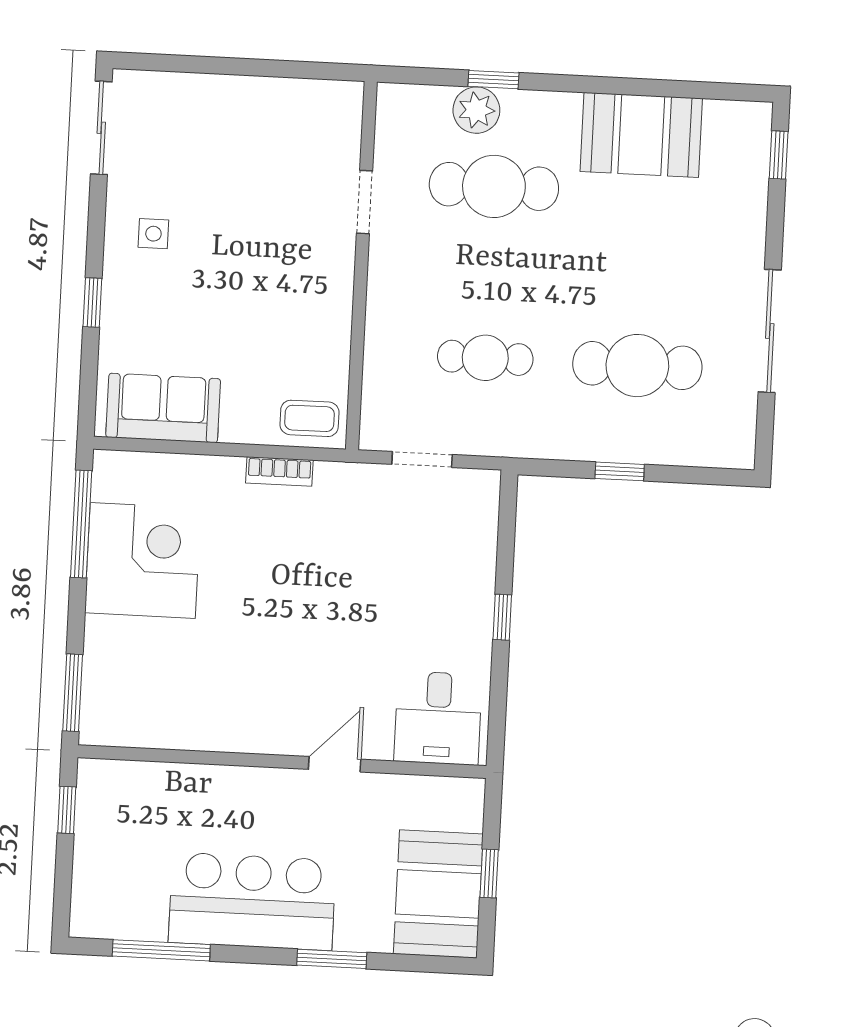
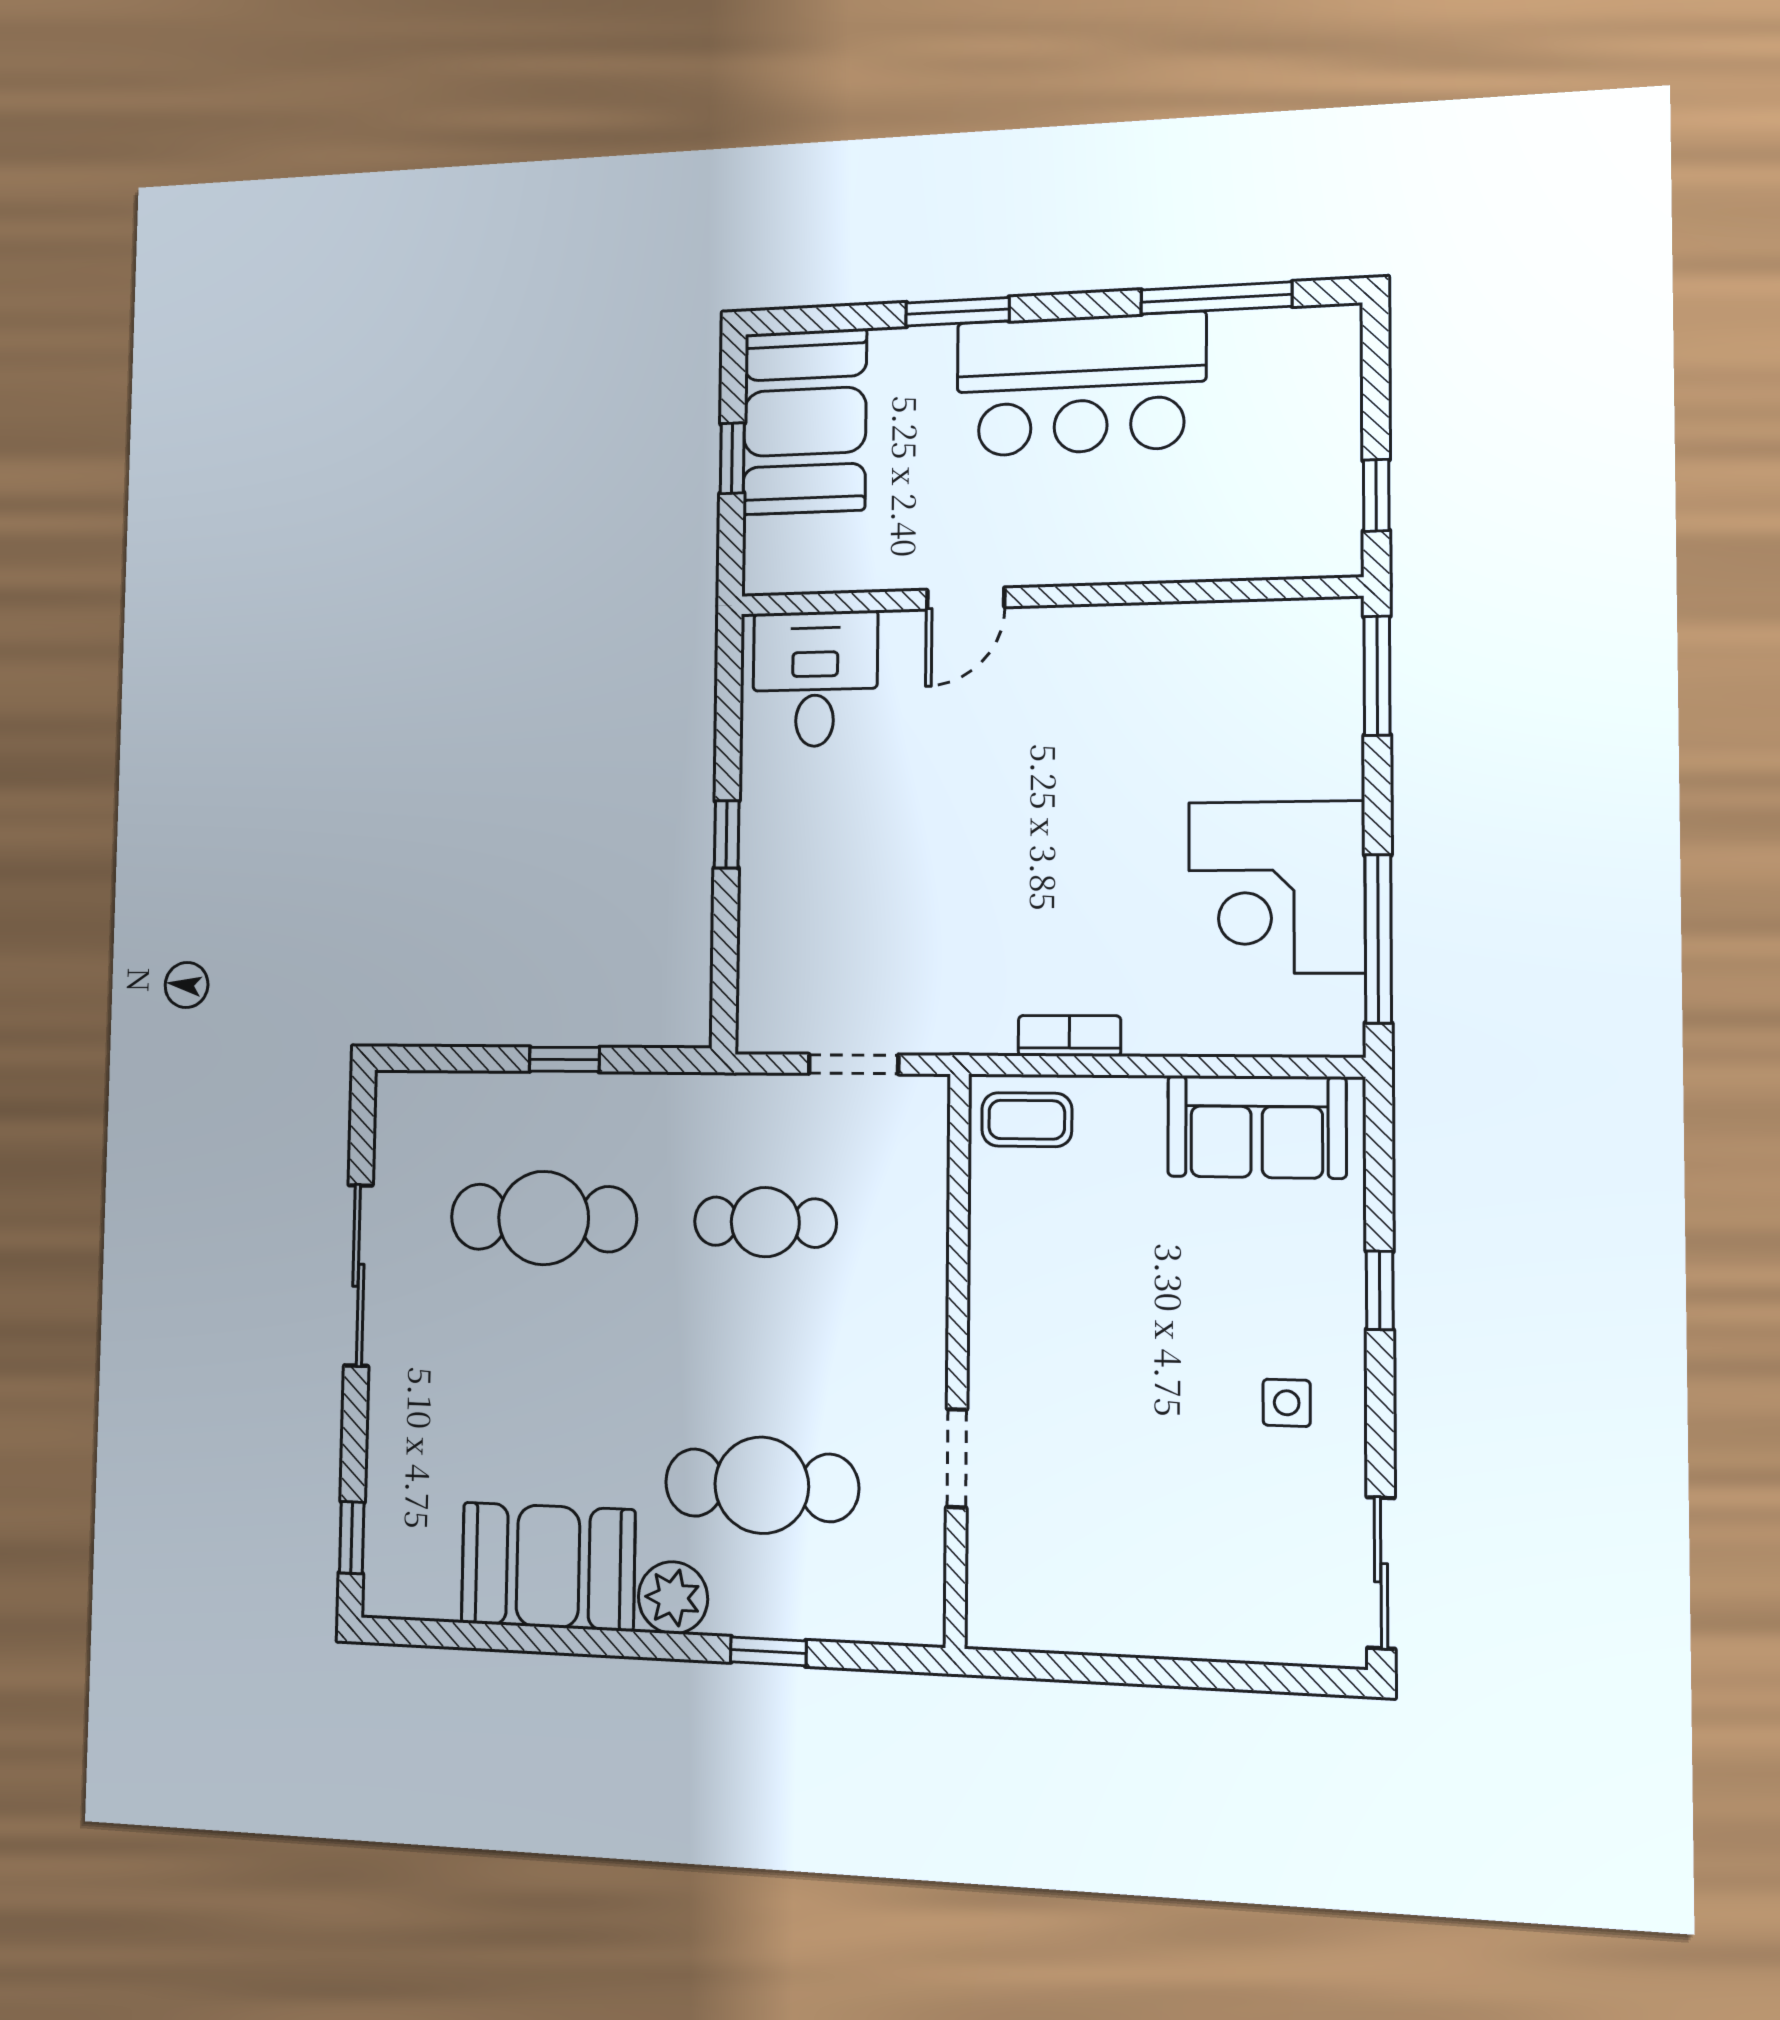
plant: (476, 110) -> (673, 1598), moved

